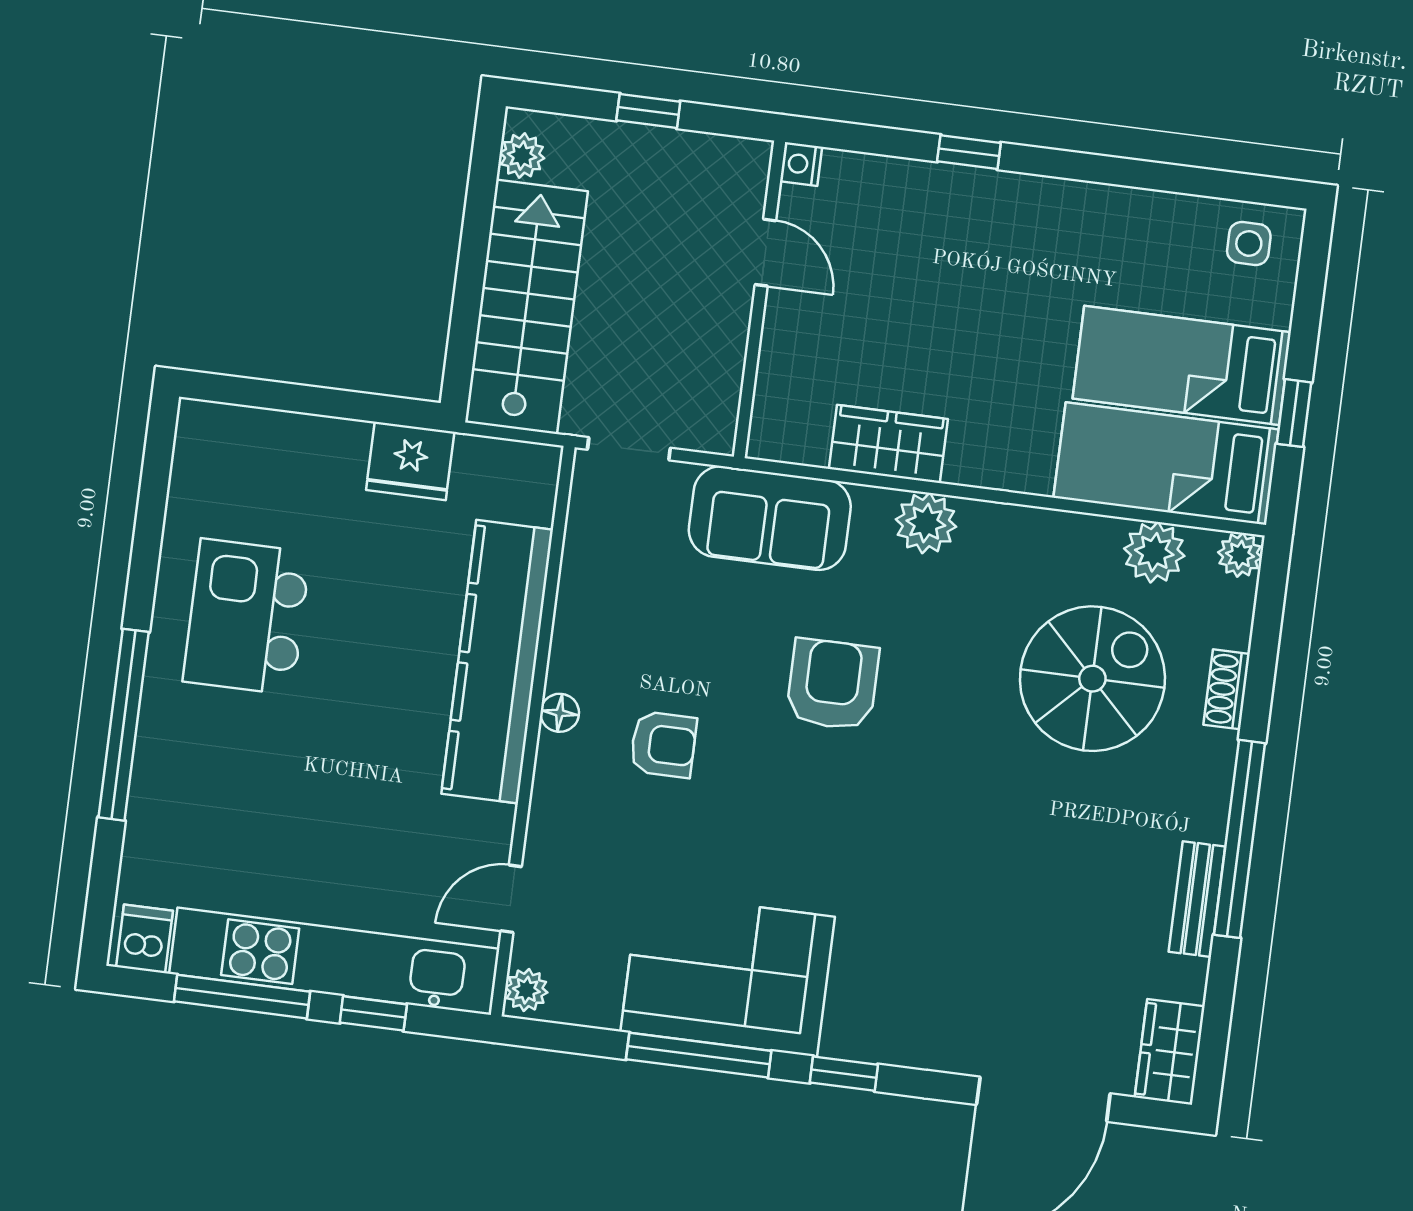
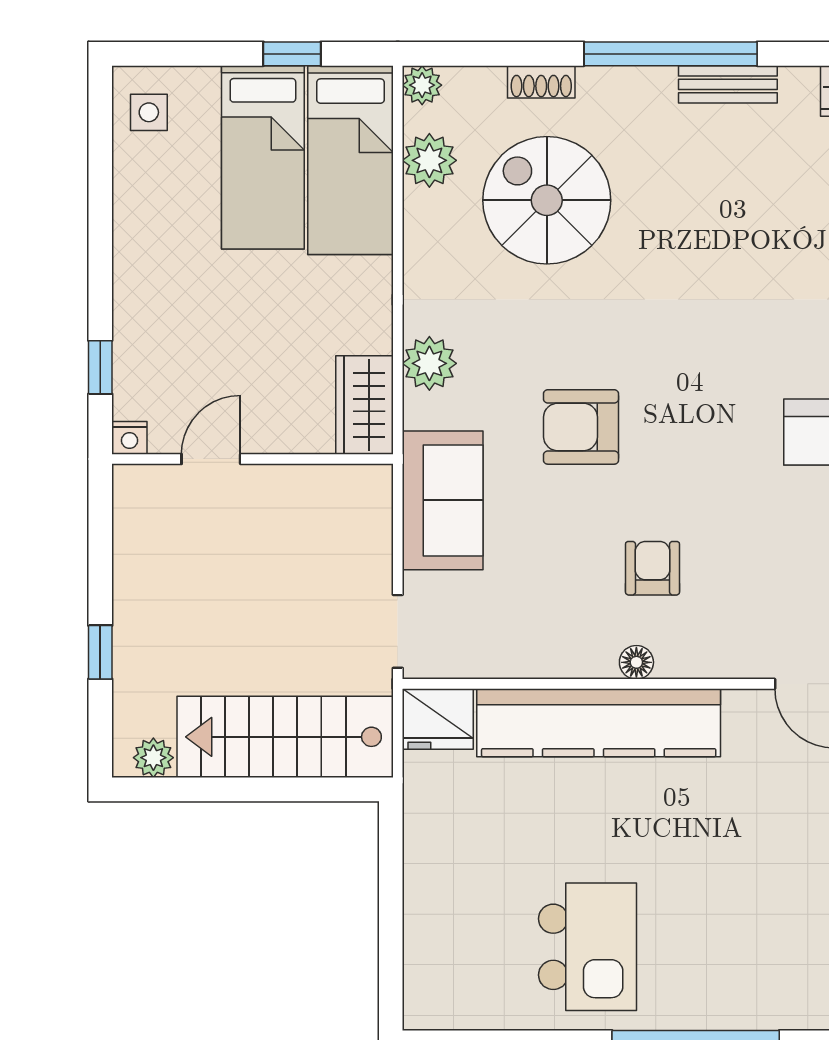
nightstand: (801, 164) -> (129, 438), moved
door: (765, 253) -> (211, 459), moved
wall: (759, 299) -> (253, 459), moved
fridge: (410, 461) -> (438, 719), moved, turned 90
kitchen island: (247, 617) -> (587, 947), turned -90

